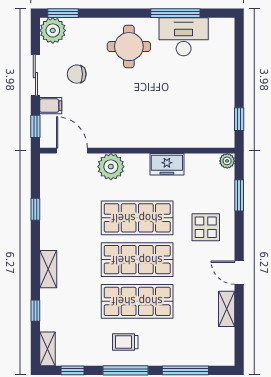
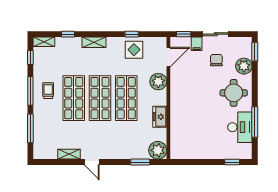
plant: (53, 30) -> (244, 66), moved
window: (239, 119) -> (232, 162), moved
plant: (227, 161) -> (158, 150), width x1.88, depth x1.88
display table: (206, 227) -> (134, 50), moved
door: (239, 273) -> (92, 162), swing flipped

